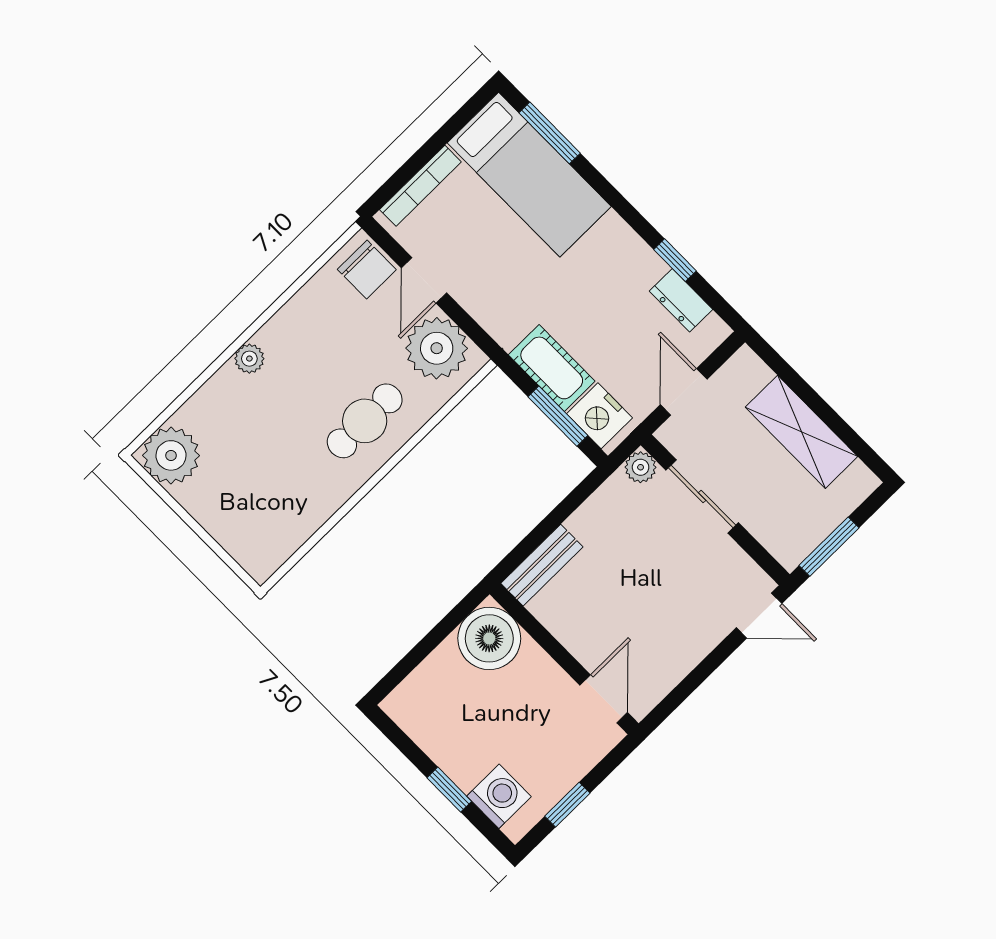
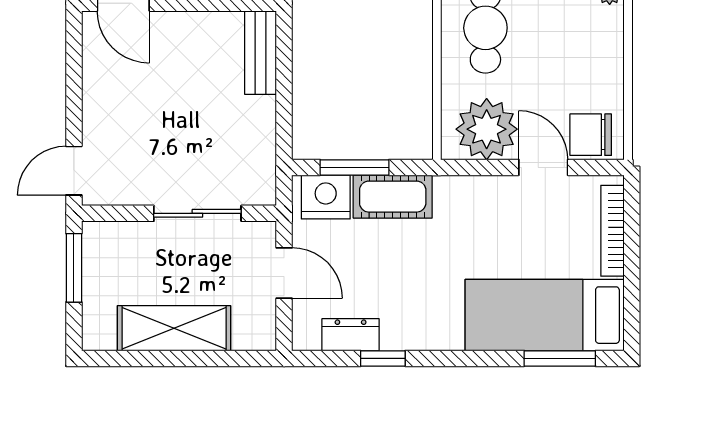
plant: (641, 467) -> (261, 190), removed

